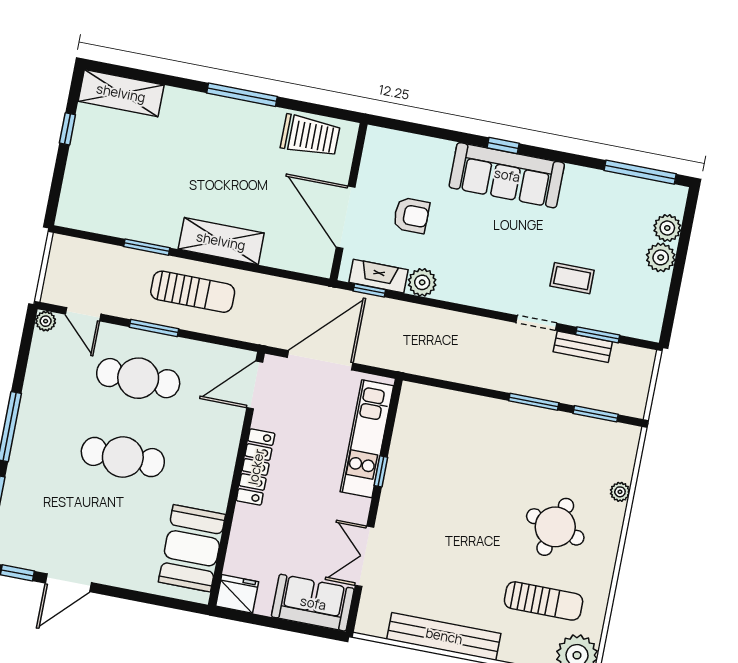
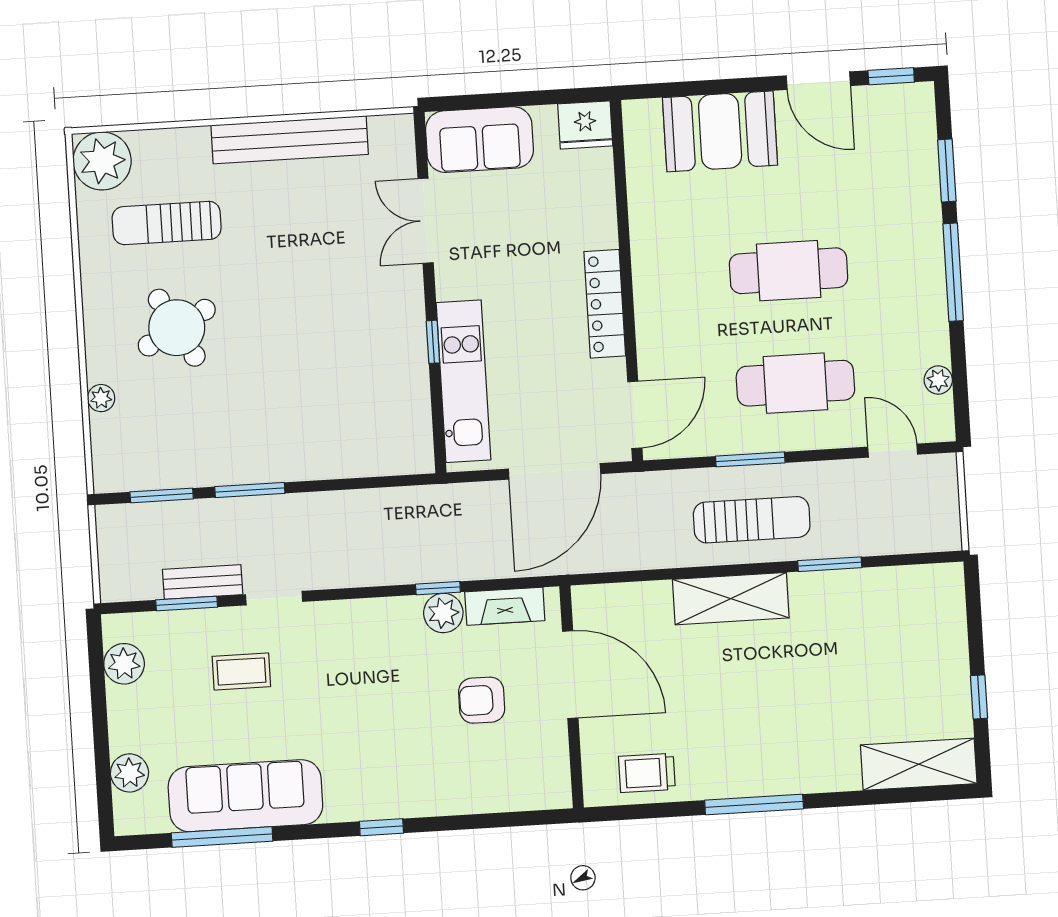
trolley: (310, 136) -> (647, 773), width x0.73, depth x0.72
window: (640, 172) -> (222, 837), moved
sofa: (507, 175) -> (245, 796), moved
plant: (661, 257) -> (124, 664), moved
window: (369, 290) -> (438, 588), moved
sun lounger: (193, 292) -> (752, 520), turned 180
plant: (46, 321) -> (938, 380), moved
window: (154, 328) -> (750, 459), moved
round table: (555, 527) -> (177, 328), turned 45
booth: (192, 548) -> (720, 131), moved, turned 90
double door: (364, 556) -> (426, 221), swing flipped
door: (68, 583) -> (818, 81), swing flipped

